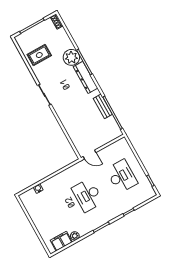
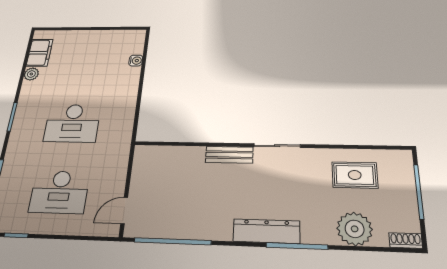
rug: (39, 55) -> (355, 175), turned 90
plant: (71, 57) -> (355, 229), moved
bench: (103, 106) -> (229, 155), moved
door: (90, 154) -> (124, 210), moved
desk: (87, 195) -> (72, 123), turned 180

